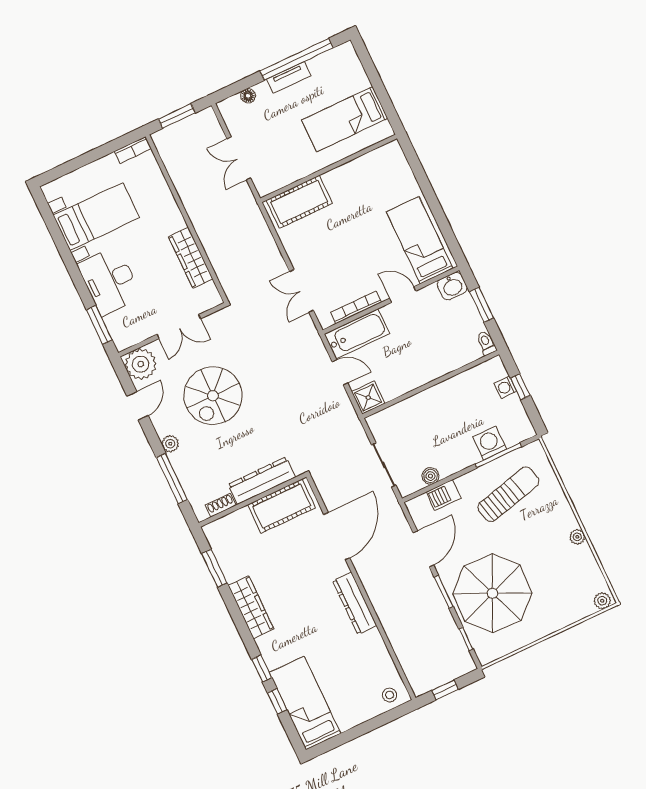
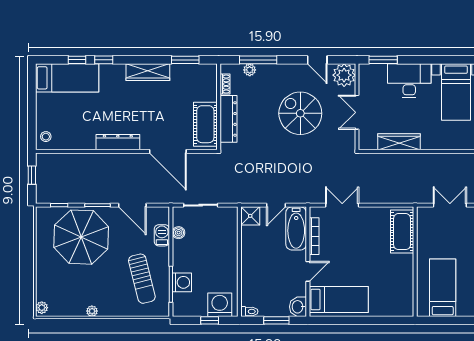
washing machine: (505, 387) -> (220, 305), width x1.89, depth x1.89
plant: (170, 444) -> (250, 70), moved

